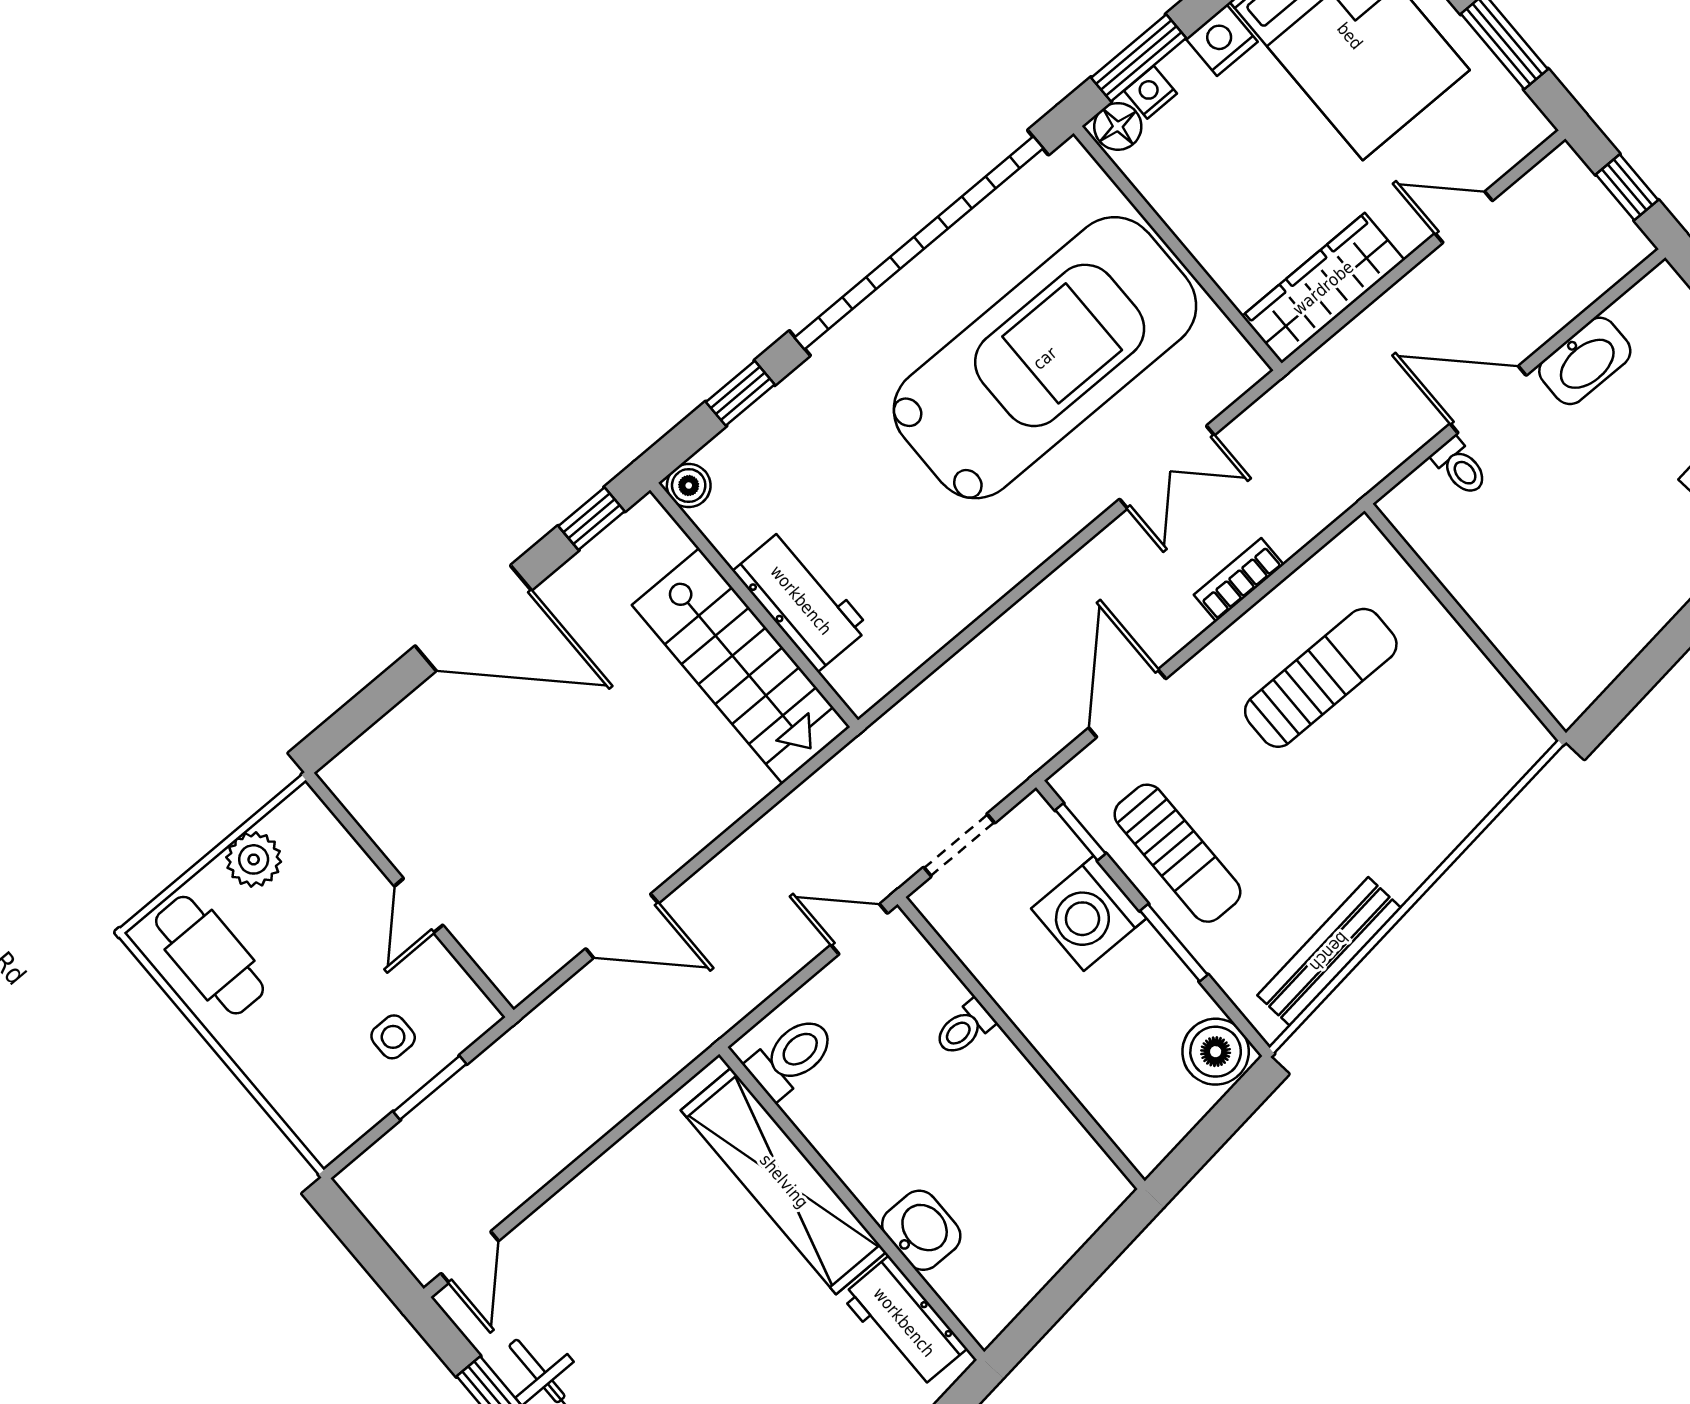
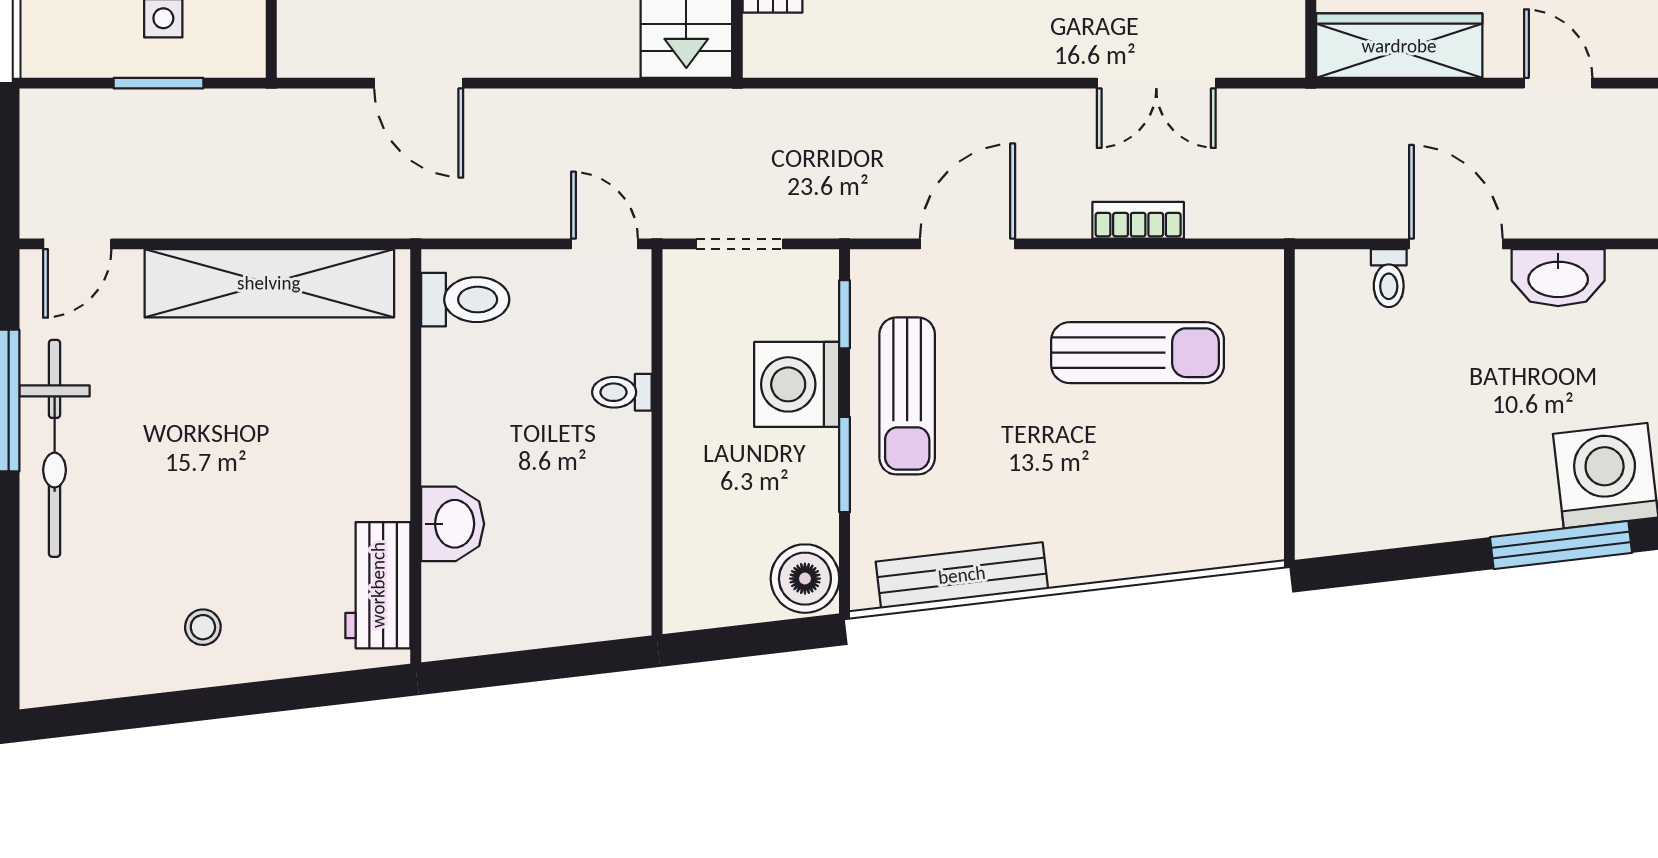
shelving: (784, 1181) -> (269, 283), moved, turned 90

